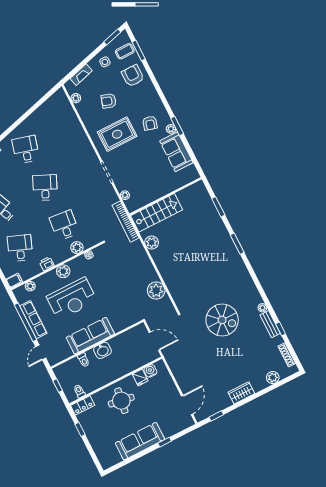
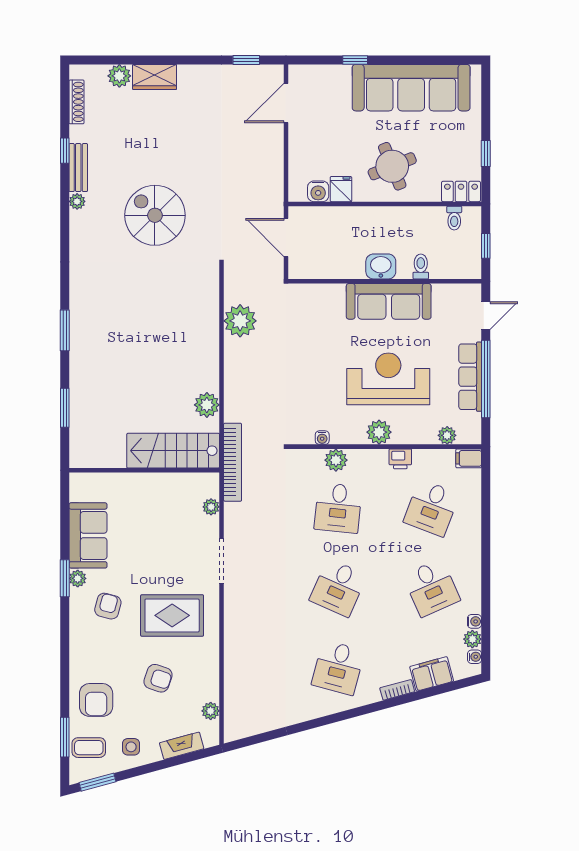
wardrobe: (241, 393) -> (155, 77), moved
round table: (121, 401) -> (392, 166), turned -31
sofa: (140, 441) -> (411, 88), width x1.36, depth x1.27

